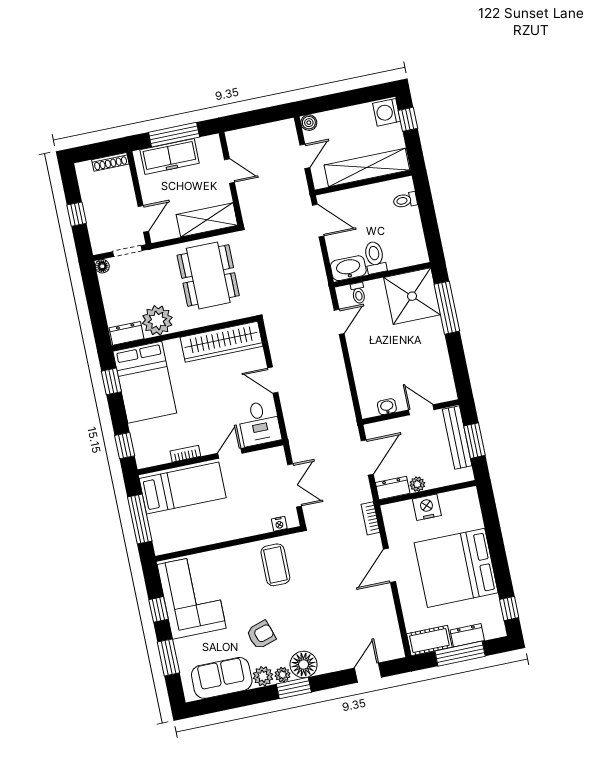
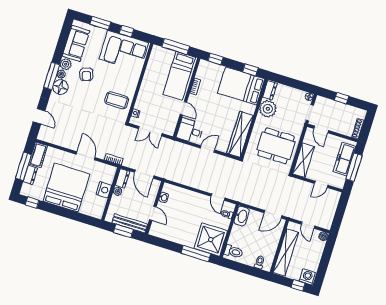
toilet: (375, 257) -> (234, 252), moved
door: (421, 410) -> (153, 213), hinge flipped
window: (294, 688) -> (52, 76), width x1.44

